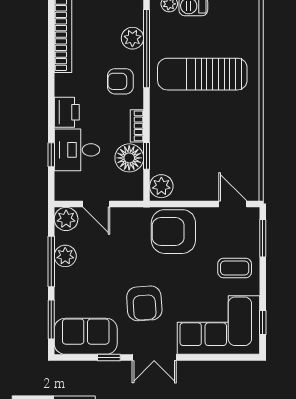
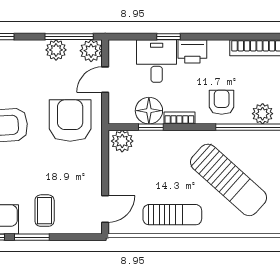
sun lounger: (202, 74) -> (229, 180), turned 132
sun lounger: (239, 133) -> (172, 215), added
window: (51, 155) -> (168, 37), moved
armchair: (173, 232) -> (70, 121), moved
window: (263, 238) -> (32, 237), moved
window: (51, 261) -> (69, 37), moved

